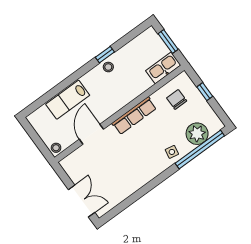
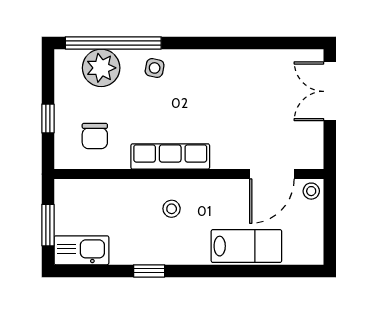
stool: (108, 67) -> (172, 209), moved
kitchen sink: (163, 68) -> (81, 250), moved, turned 180
door: (91, 134) -> (272, 174), moved

